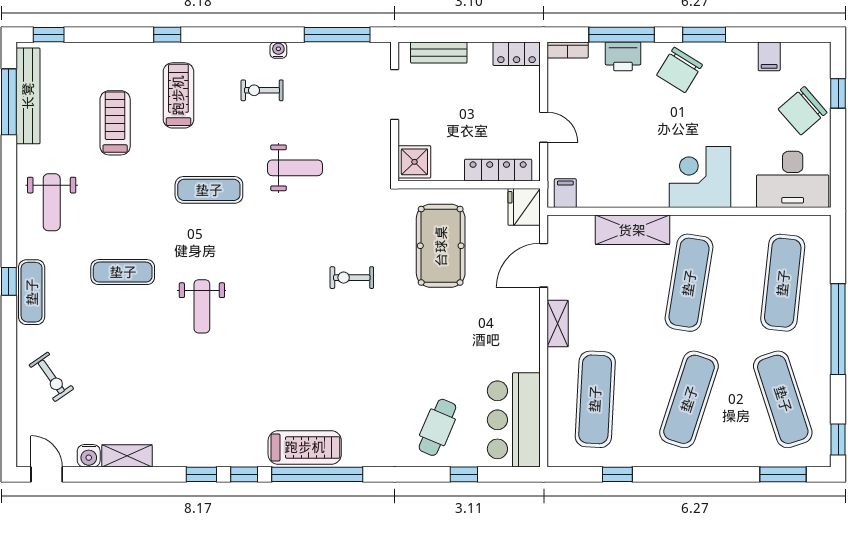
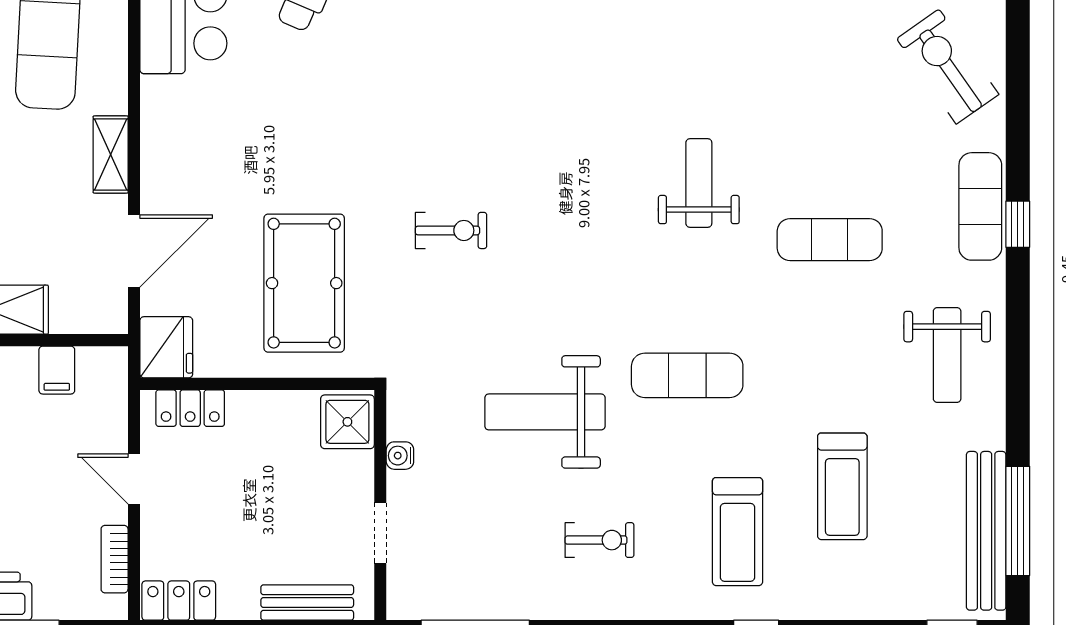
water cooler: (278, 50) -> (400, 456), moved, turned 90
bookcase: (568, 50) -> (115, 559), moved, turned -90
doorway: (395, 95) -> (380, 533), width x0.73
weight bench: (295, 168) -> (545, 412), width x1.36, depth x1.33
locker: (498, 170) -> (190, 408), width x0.66
filing cabinet: (565, 193) -> (57, 370), moved
weight bench: (52, 202) -> (947, 355), turned 180
exercise bike: (51, 377) -> (948, 66), width x1.38, depth x1.39

